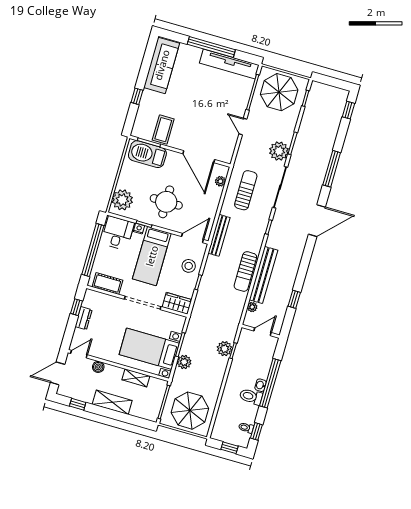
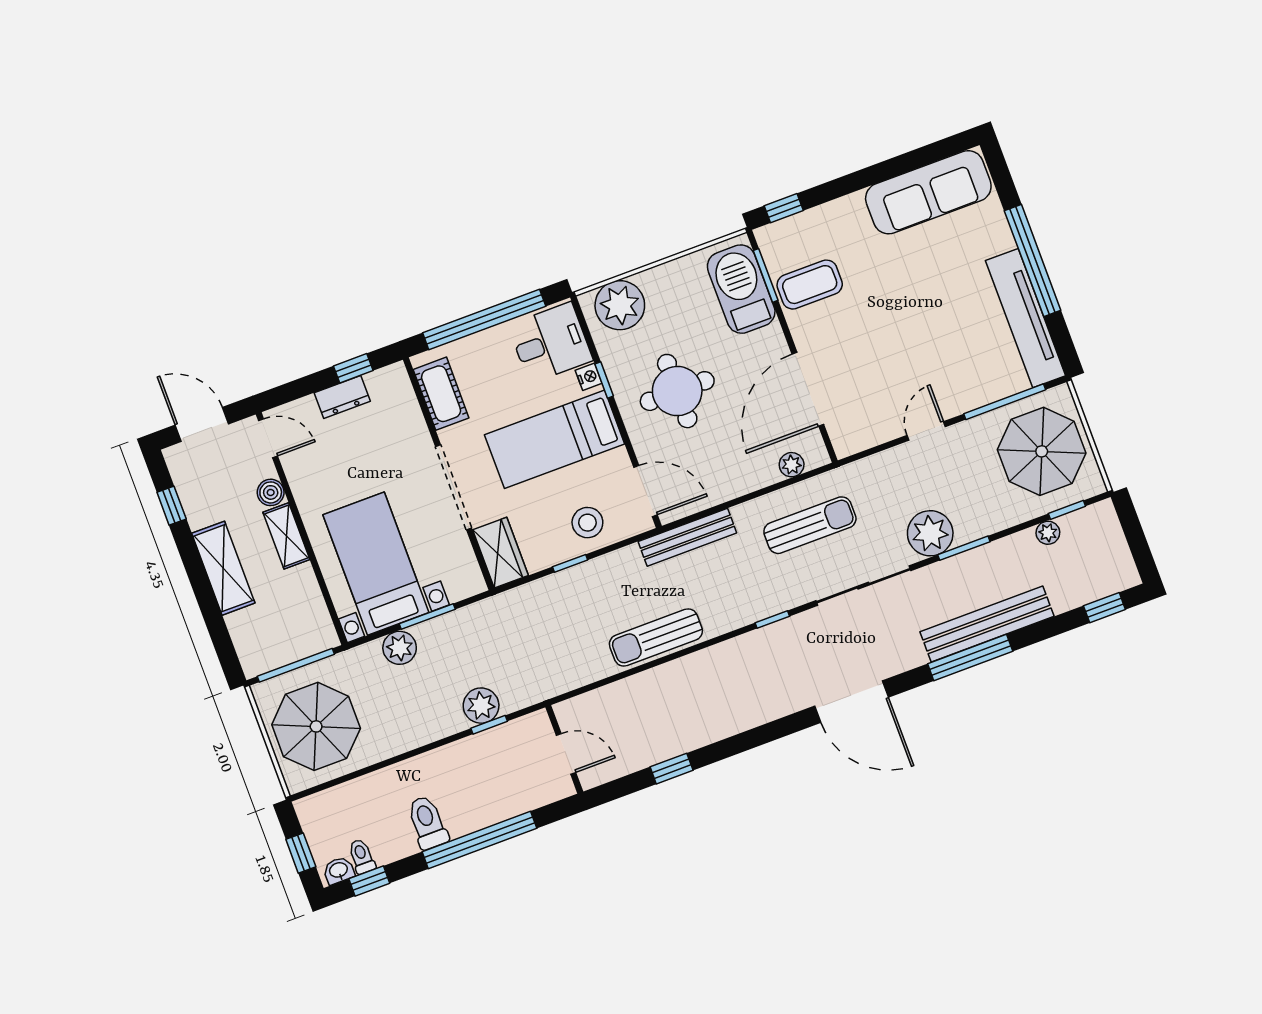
window: (137, 96) -> (784, 208), moved
bench: (263, 275) -> (987, 624), moved
plant: (252, 307) -> (1048, 533), moved
shelving: (136, 378) -> (286, 536), moved
washbasin: (261, 385) -> (339, 871), moved

